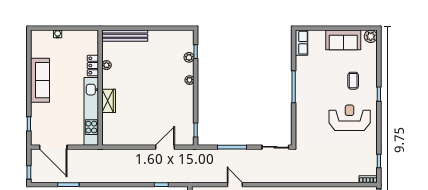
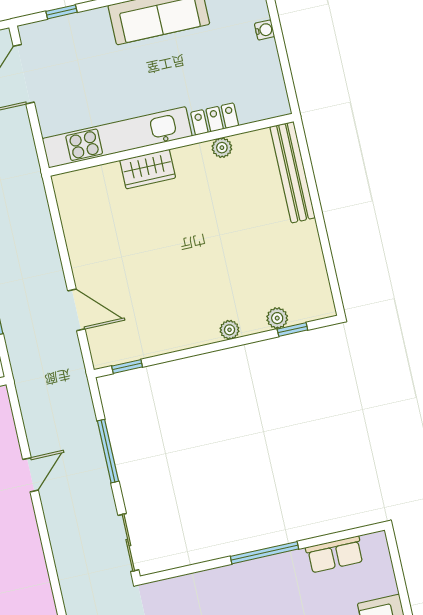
row of seats: (302, 43) -> (335, 554), moved

